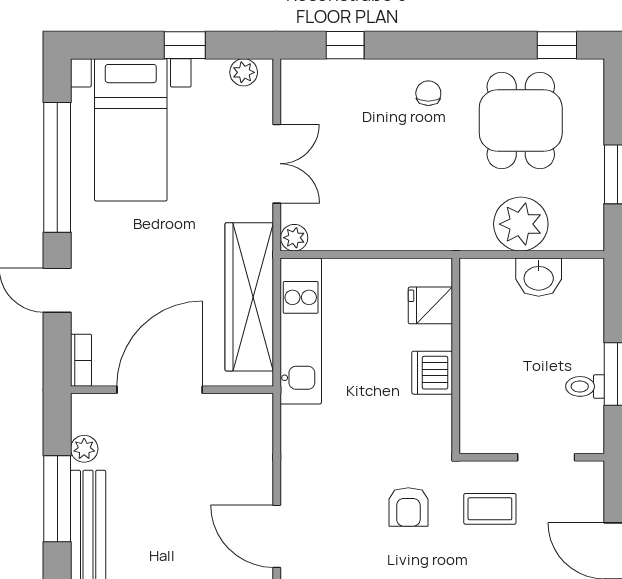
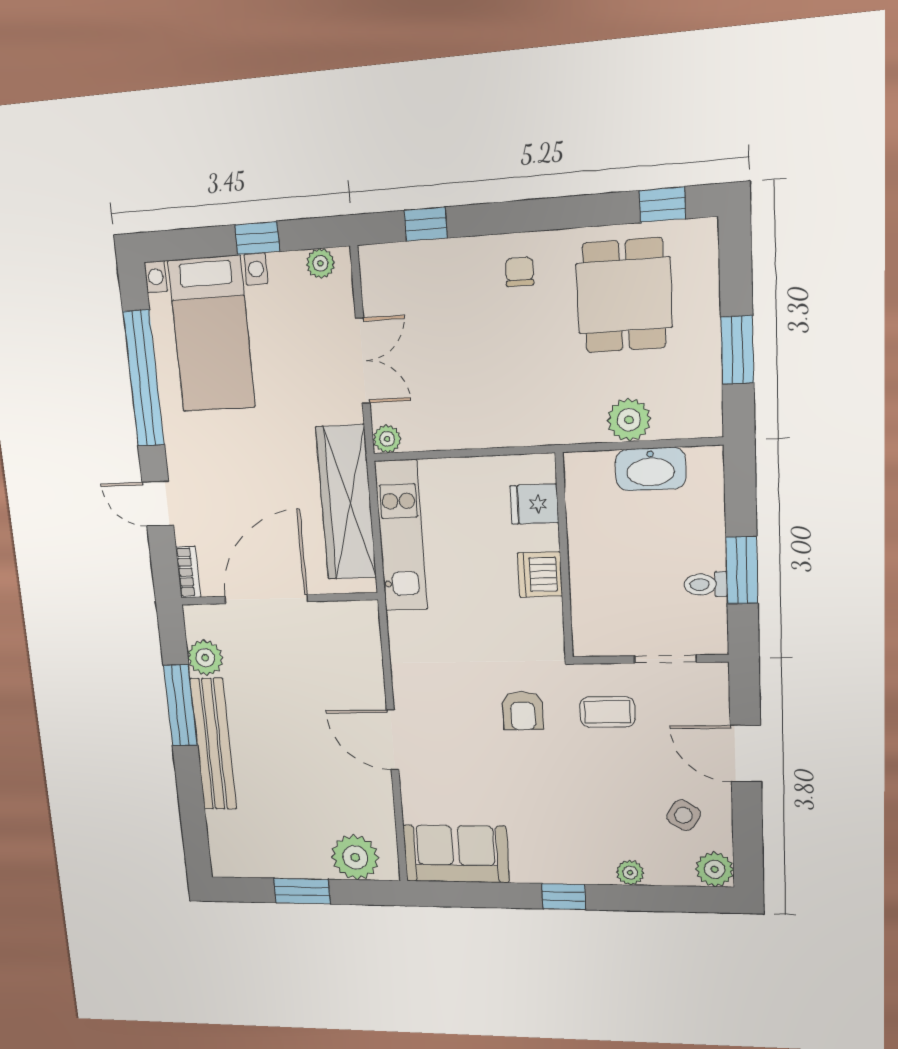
plant: (521, 224) -> (629, 420), width x0.73, depth x0.73
washbasin: (539, 277) -> (651, 469), width x1.38
plant: (84, 449) -> (205, 658), width x1.38, depth x1.38

